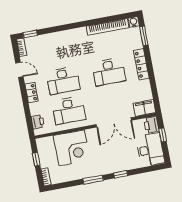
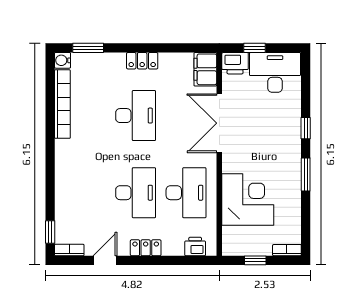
locker: (141, 64) -> (142, 61), width x0.66
double door: (114, 122) -> (219, 123), swing flipped

